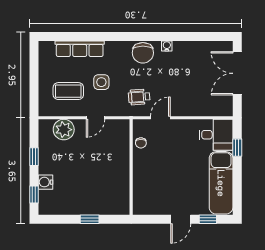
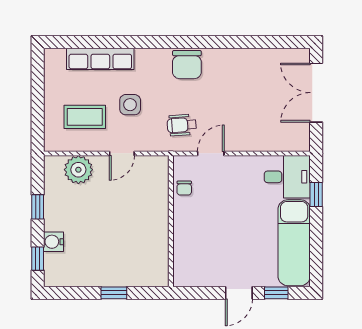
water cooler: (167, 46) -> (220, 55), removed

